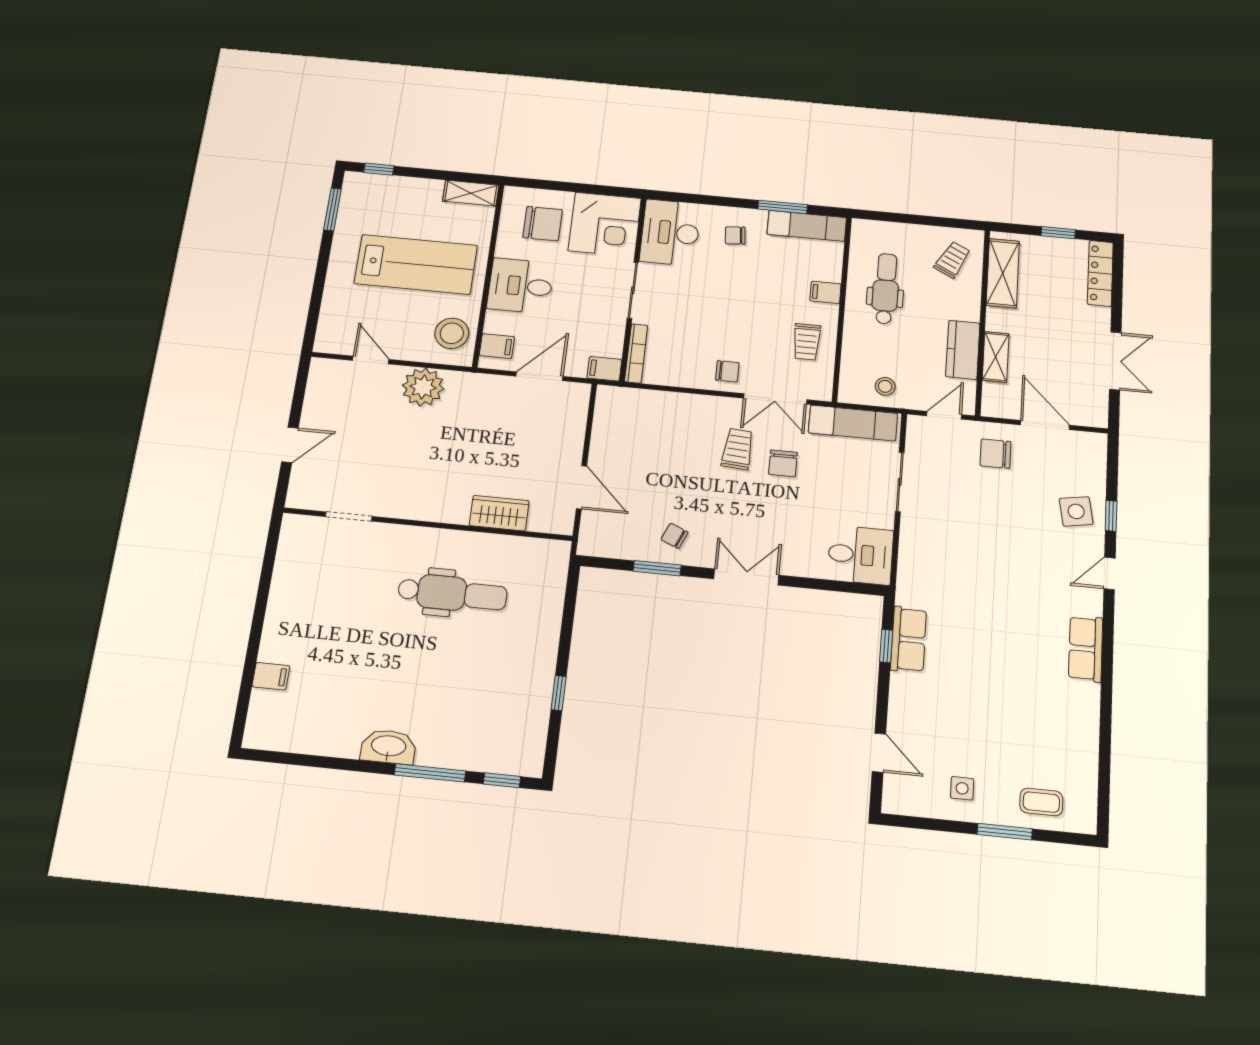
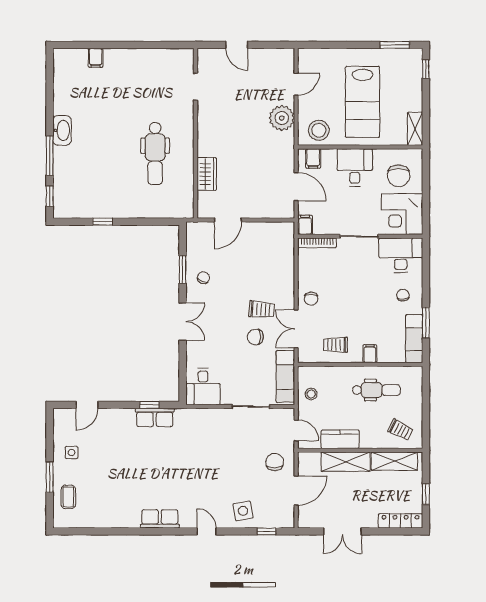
shelving: (996, 357) -> (346, 462), width x1.50, depth x1.33
window: (1111, 516) -> (267, 531), moved

